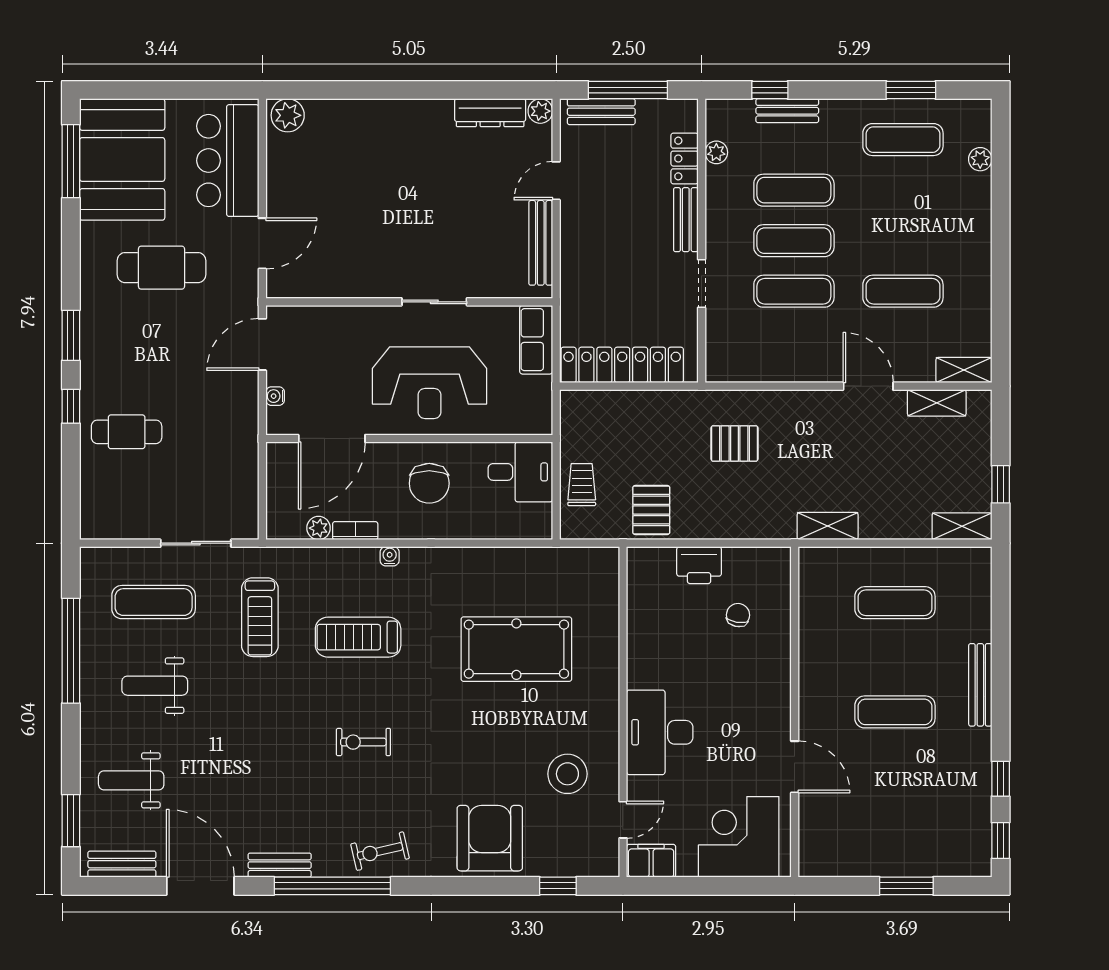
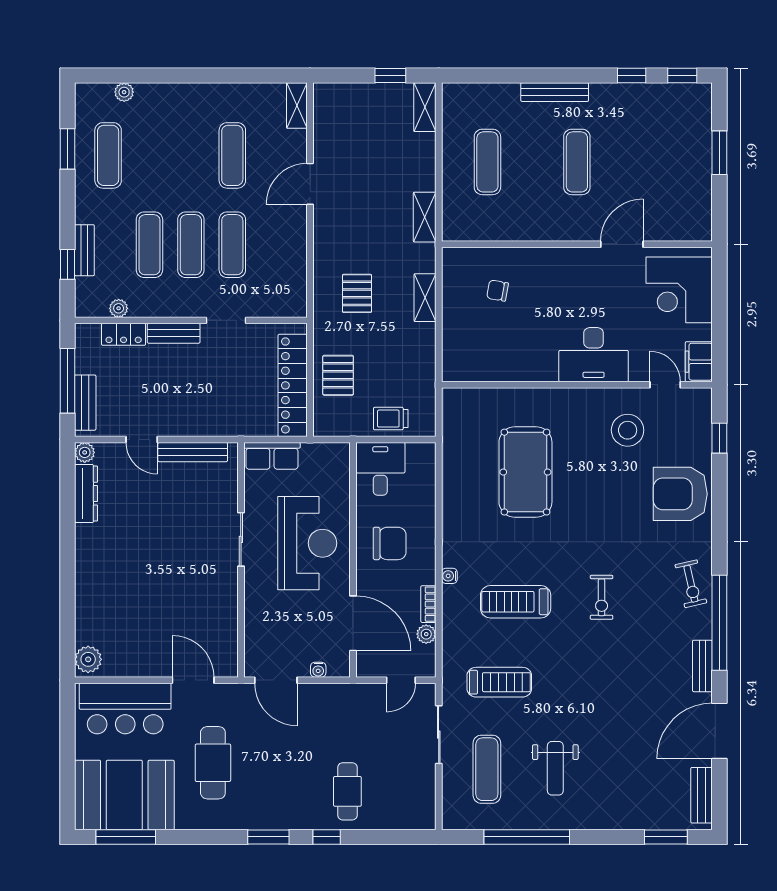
shelving: (937, 403) -> (425, 298), moved
door: (262, 497) -> (401, 680), added
pallet: (651, 510) -> (338, 375), moved, turned 90
printer: (699, 565) -> (457, 322), removed
treadmill: (358, 637) -> (516, 602), turned 90
weight bench: (131, 780) -> (633, 788), removed

